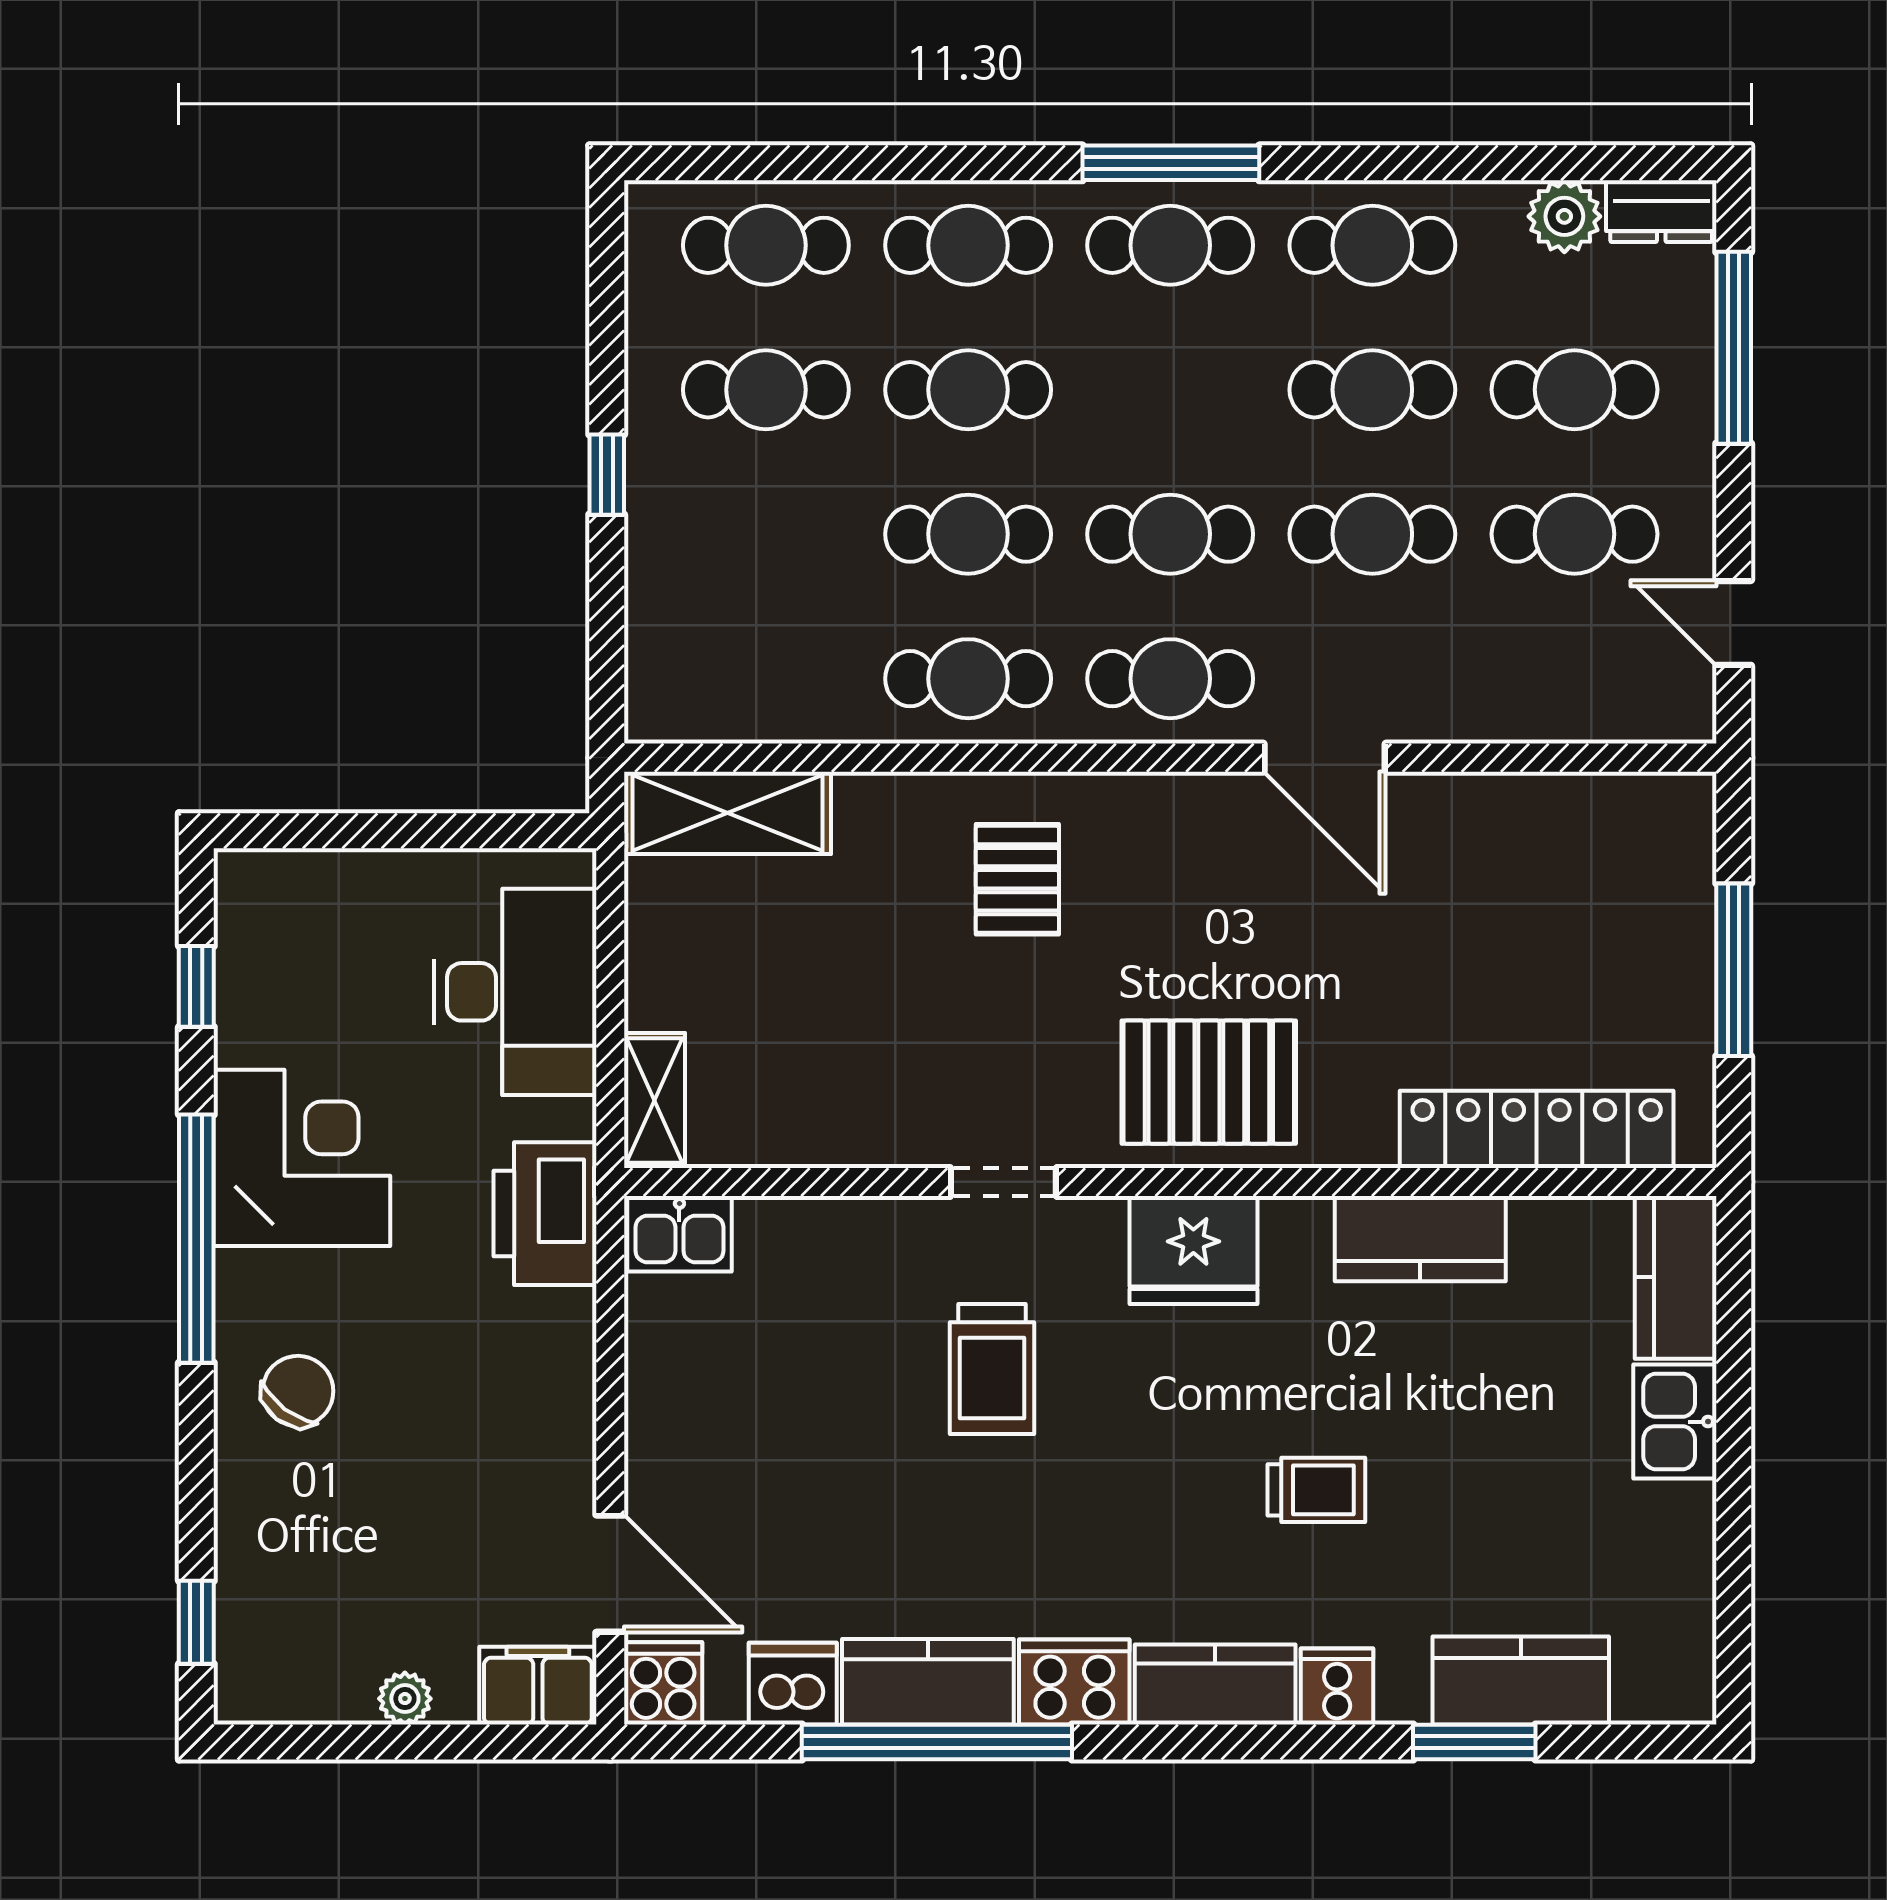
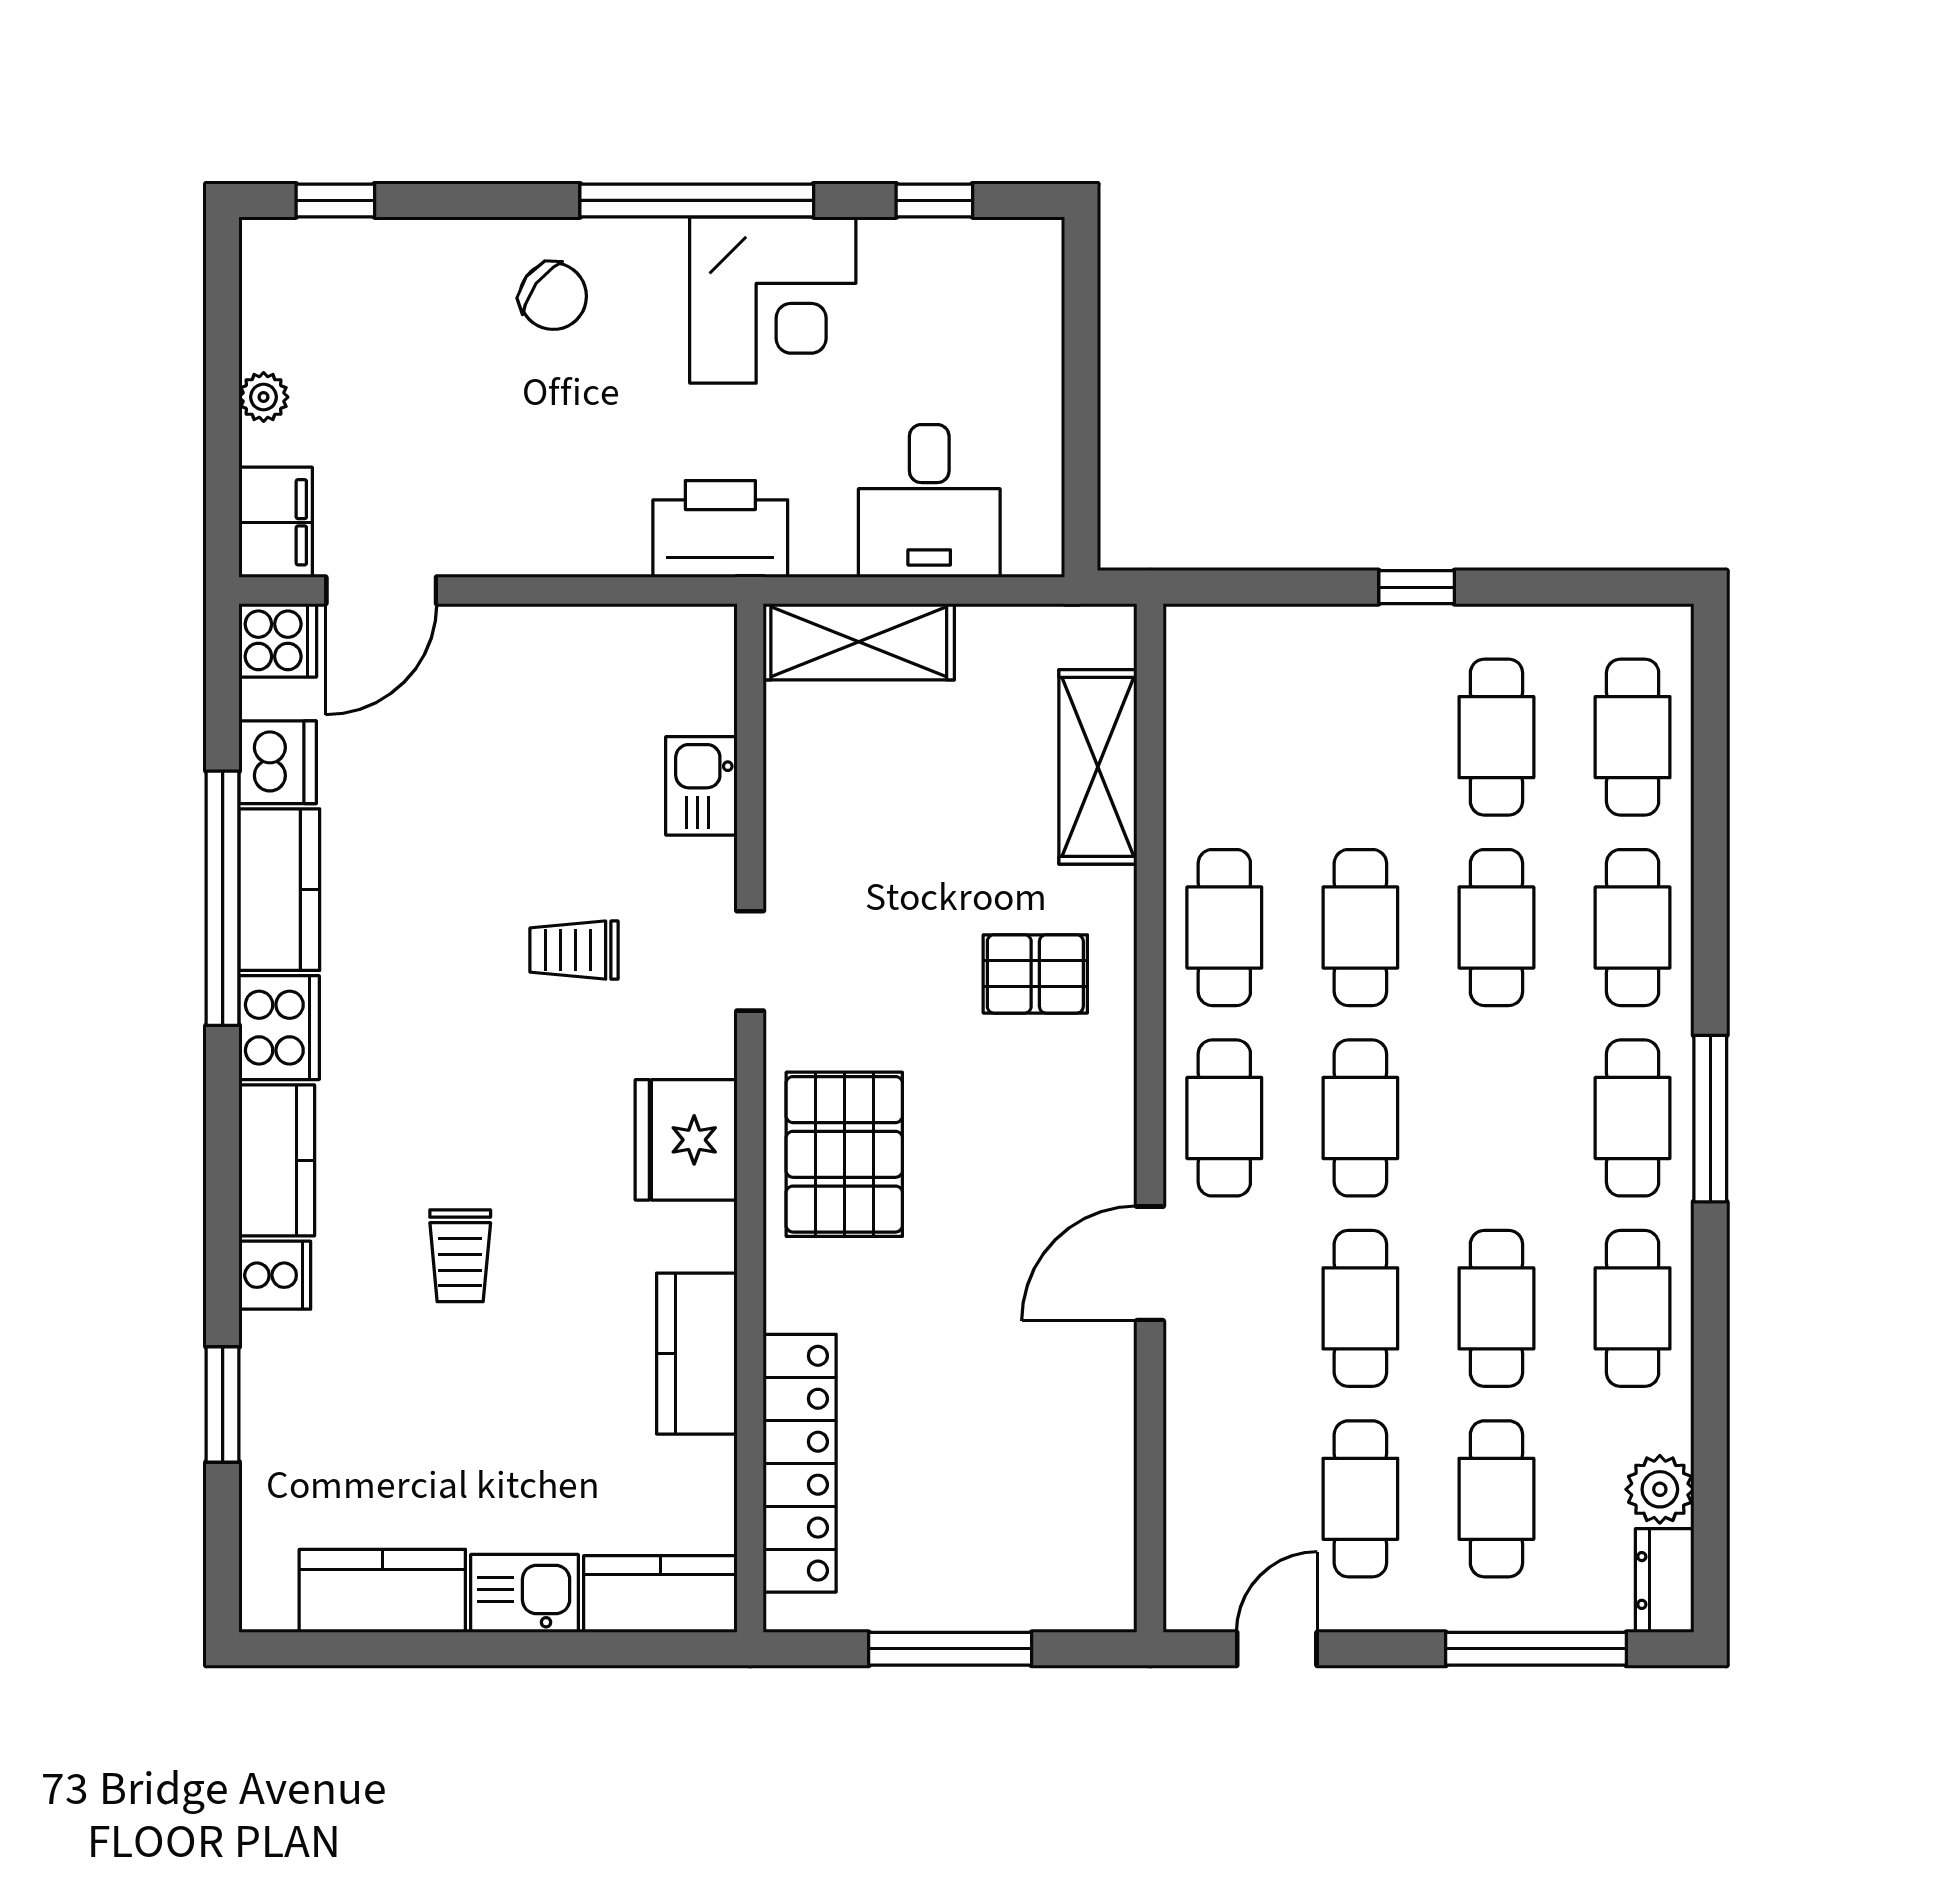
shelving: (727, 813) -> (1098, 767), moved
desk: (515, 992) -> (929, 501), width x0.73
shelving: (655, 1100) -> (859, 642), width x1.50, depth x1.33
kitchen sink: (679, 1234) -> (701, 786), moved
trolley: (992, 1369) -> (574, 950), width x0.73, depth x0.72
kitchen counter: (1521, 1680) -> (382, 1591), moved, turned -90

